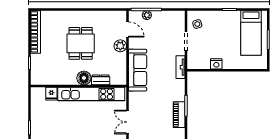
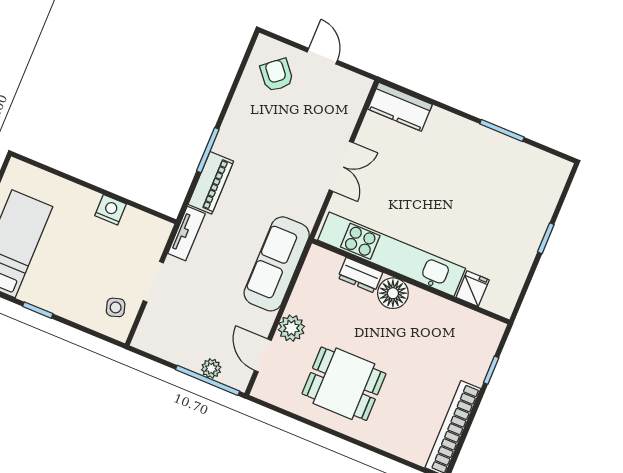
dining table: (81, 43) -> (344, 384), moved, turned 90
piano: (179, 115) -> (211, 183), moved

